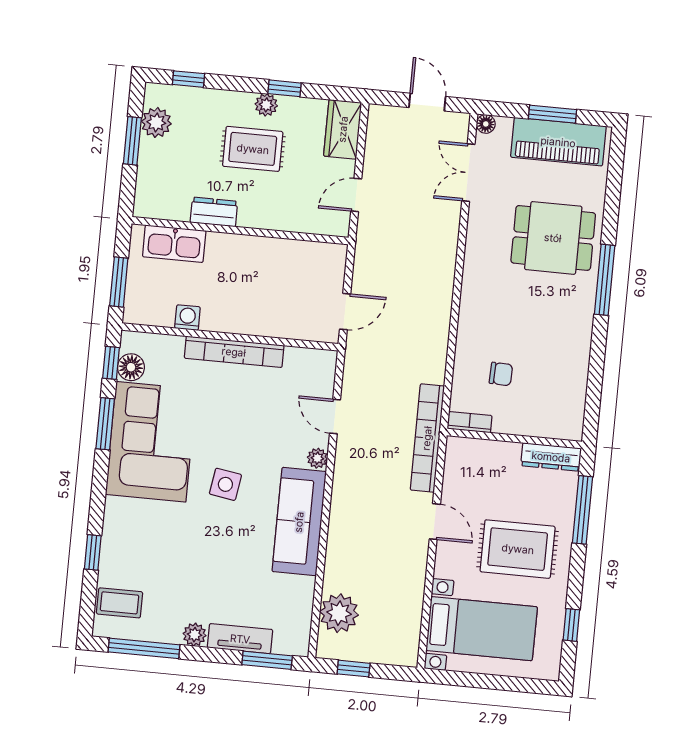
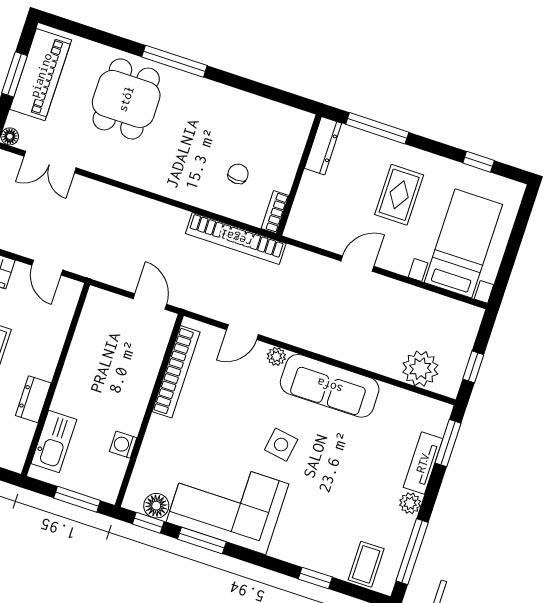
bookcase: (234, 352) -> (176, 372), moved
bookcase: (427, 438) -> (236, 238), moved
rug: (518, 549) -> (399, 195), width x0.73, depth x0.70

